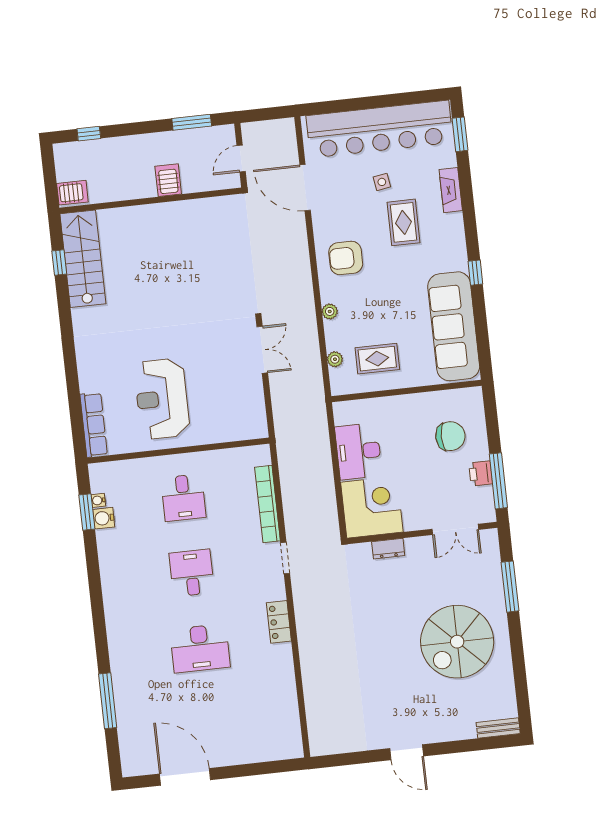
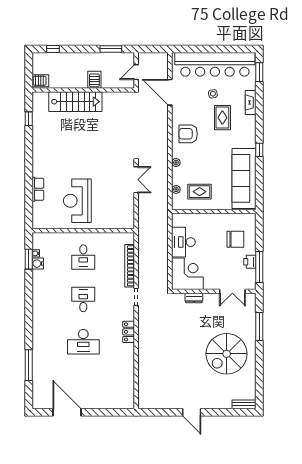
stairs: (83, 259) -> (75, 102), moved, turned 90
row of seats: (94, 425) -> (38, 189), moved, width x0.68

